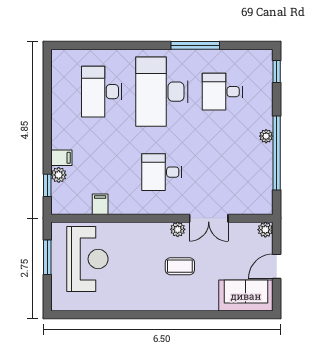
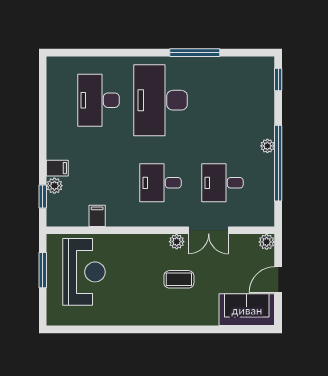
desk: (222, 92) -> (222, 183), moved

